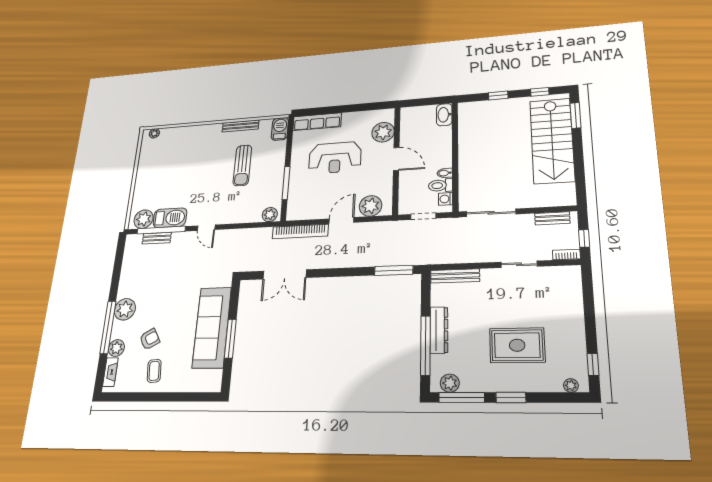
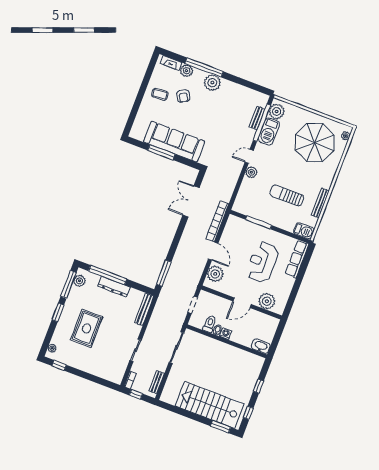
parasol: (170, 162) -> (315, 143), added
washing machine: (446, 199) -> (226, 334), moved
plant: (270, 215) -> (251, 172), moved

